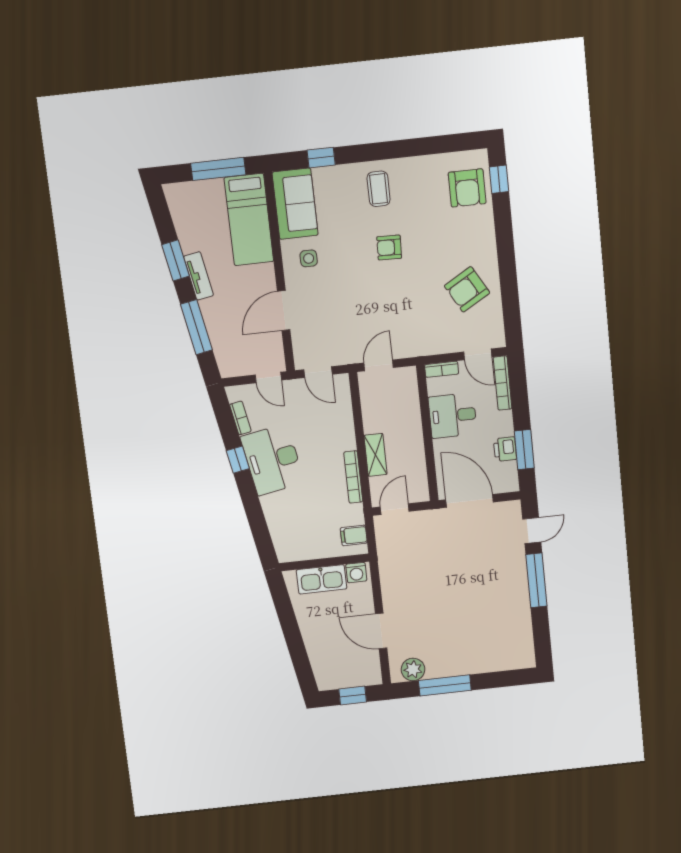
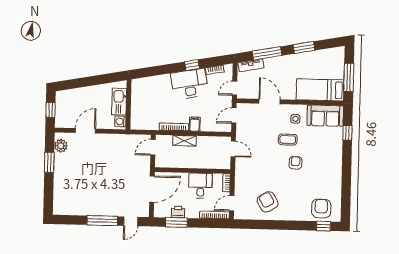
armchair: (467, 188) -> (321, 208), turned 90
coffee table: (379, 189) -> (288, 140), moved
tv unit: (199, 276) -> (251, 65), moved
door: (395, 509) -> (153, 147), swing flipped
door: (532, 530) -> (131, 221), hinge flipped
filing cabinet: (354, 535) -> (195, 124), moved
window: (445, 685) -> (49, 162), width x0.69

